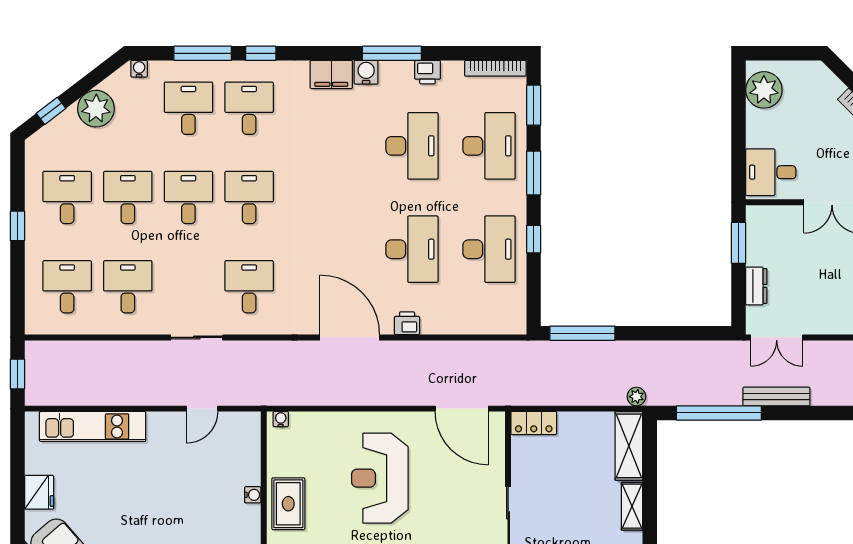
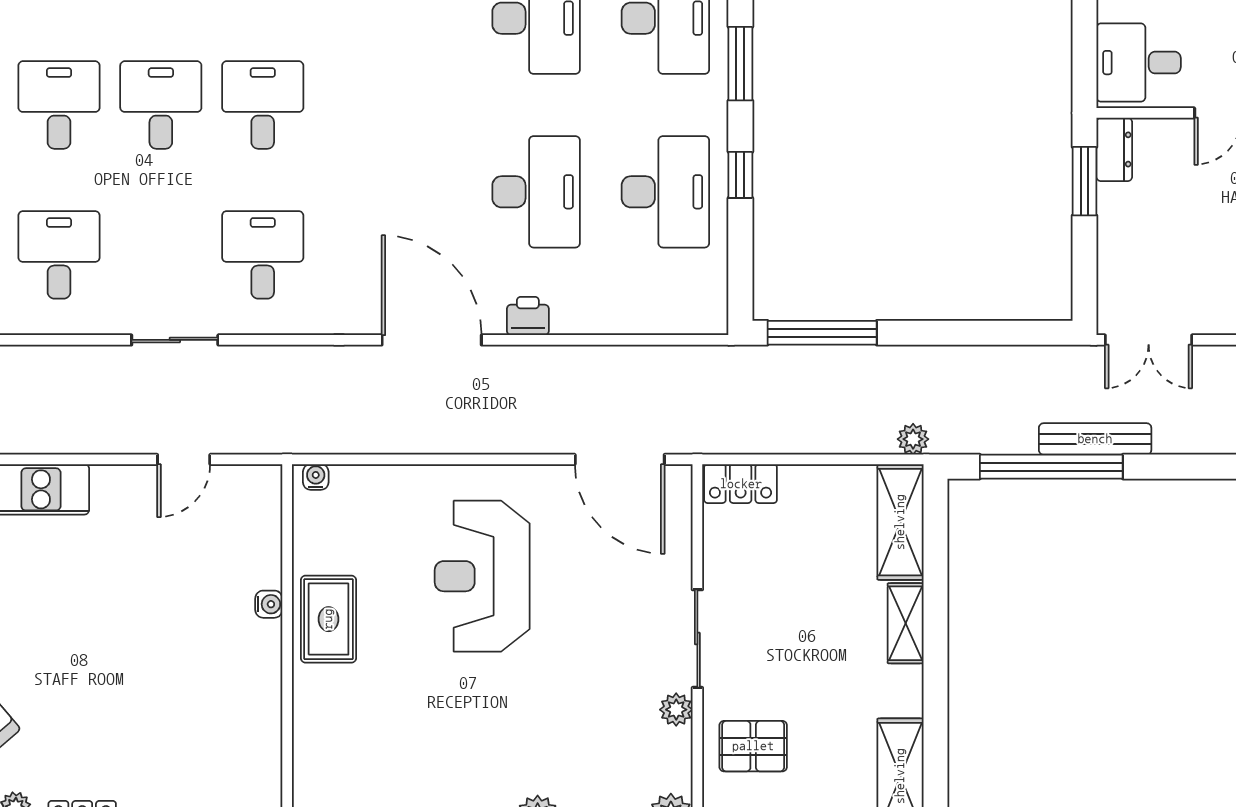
dresser: (756, 286) -> (1114, 149), moved
bench: (776, 396) -> (1095, 439), moved

